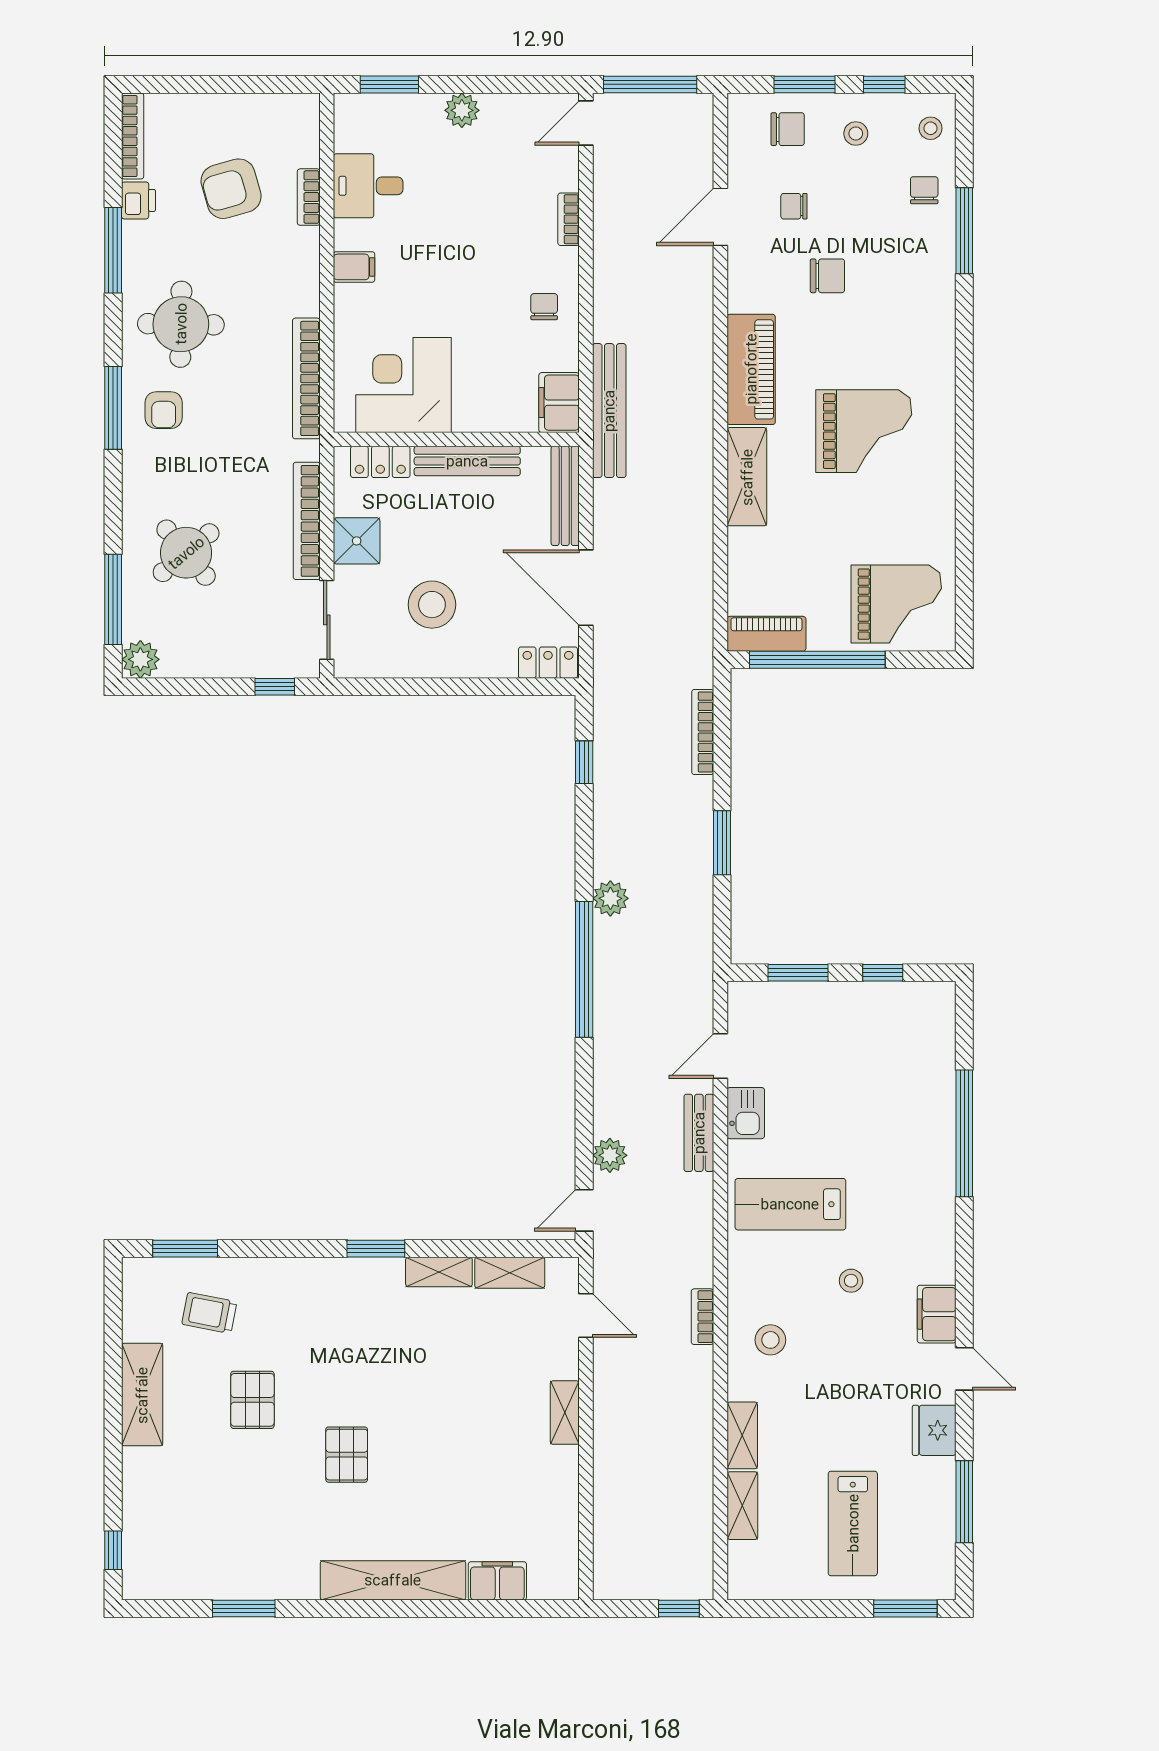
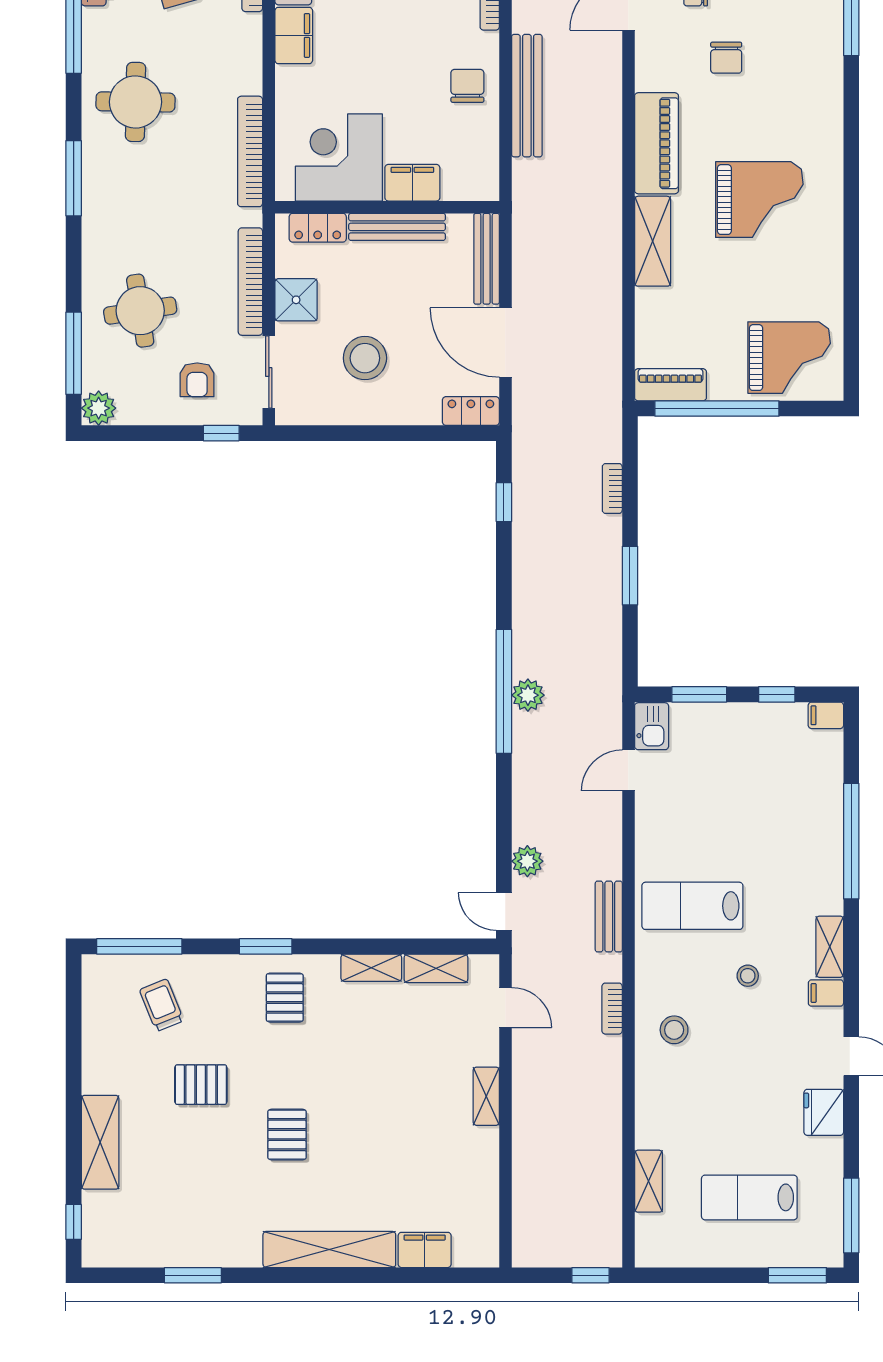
filing cabinet: (354, 267) -> (294, 35), width x2.00
chair: (827, 276) -> (726, 58), turned 90
chair: (544, 307) -> (467, 86), width x1.37, depth x1.37
filing cabinet: (559, 403) -> (412, 183), moved, turned 90
armchair: (164, 410) -> (197, 380), moved
bench: (609, 411) -> (527, 96), moved
round table: (186, 553) -> (140, 311), turned 31
bookcase: (703, 732) -> (612, 488), width x0.64
plant: (610, 898) -> (528, 695), moved
filing cabinet: (937, 996) -> (826, 715), added
kitchen sink: (746, 1113) -> (652, 726), moved
bench: (699, 1133) -> (609, 916), moved
door: (584, 1210) -> (504, 911), hinge flipped
window: (185, 1249) -> (139, 946), width x1.44
window: (376, 1249) -> (266, 946), moved
pallet: (344, 1305) -> (285, 998), added
trolley: (209, 1313) -> (162, 1005), turned 57
filing cabinet: (937, 1314) -> (826, 993), width x0.50
shelving: (142, 1395) -> (100, 1142), moved
pallet: (252, 1400) -> (201, 1085), turned 90
shelving: (742, 1435) -> (830, 947), moved
window: (964, 1502) -> (851, 1215), moved
lab bench: (853, 1523) -> (749, 1197), turned 90

